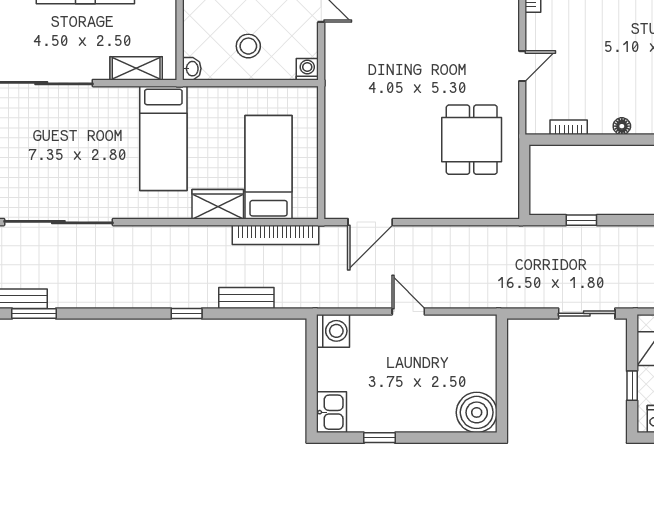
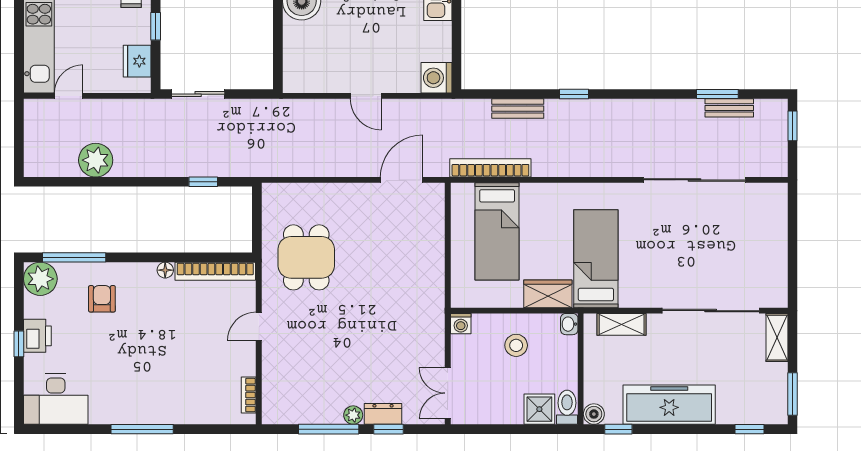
bookcase: (569, 127) -> (215, 271), width x2.31, depth x1.31
wardrobe: (218, 204) -> (548, 294), moved, turned 180

